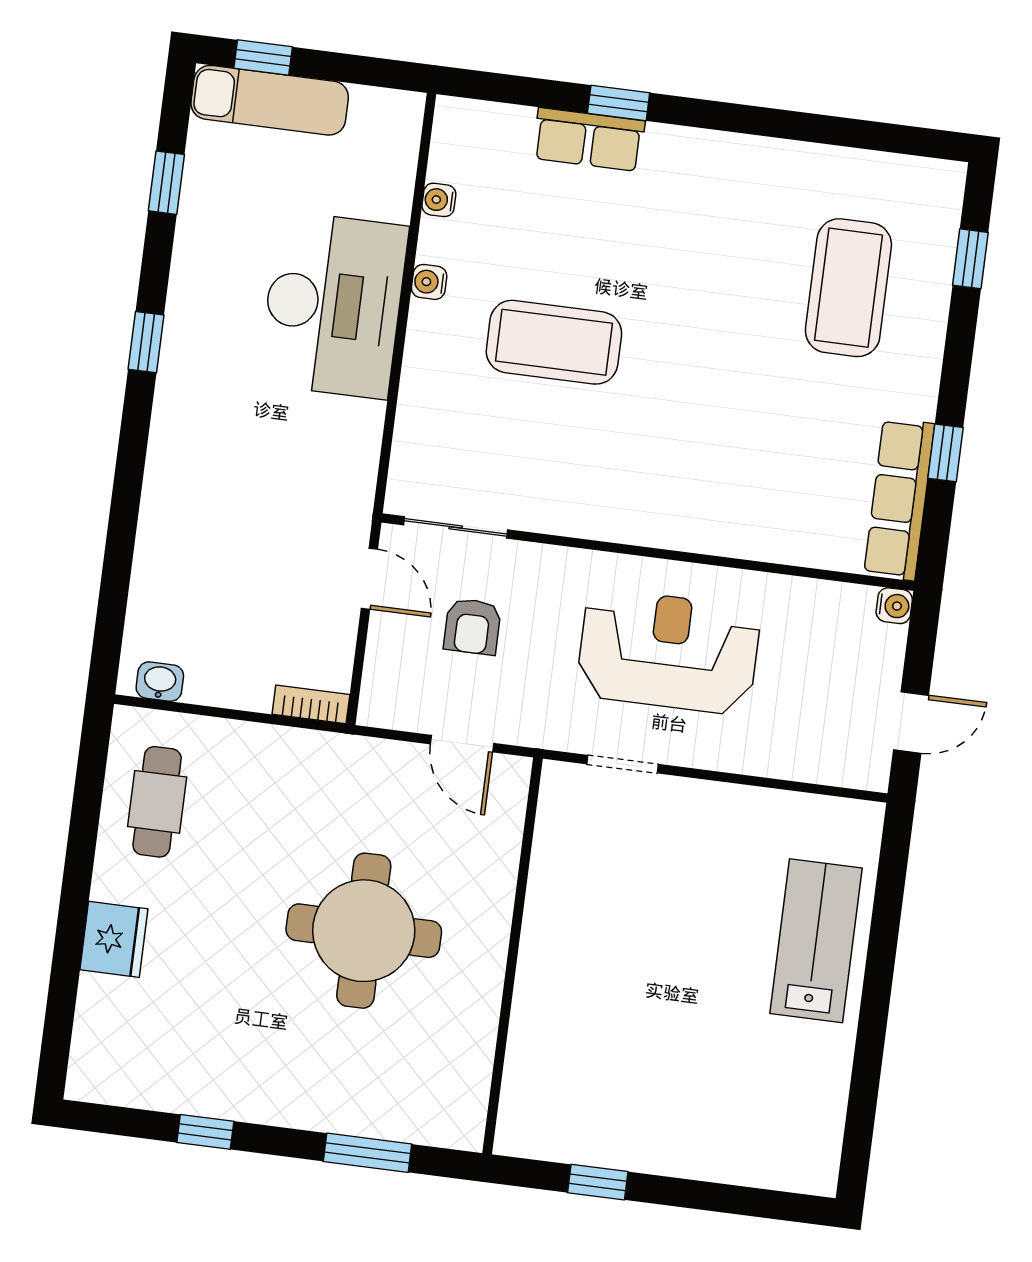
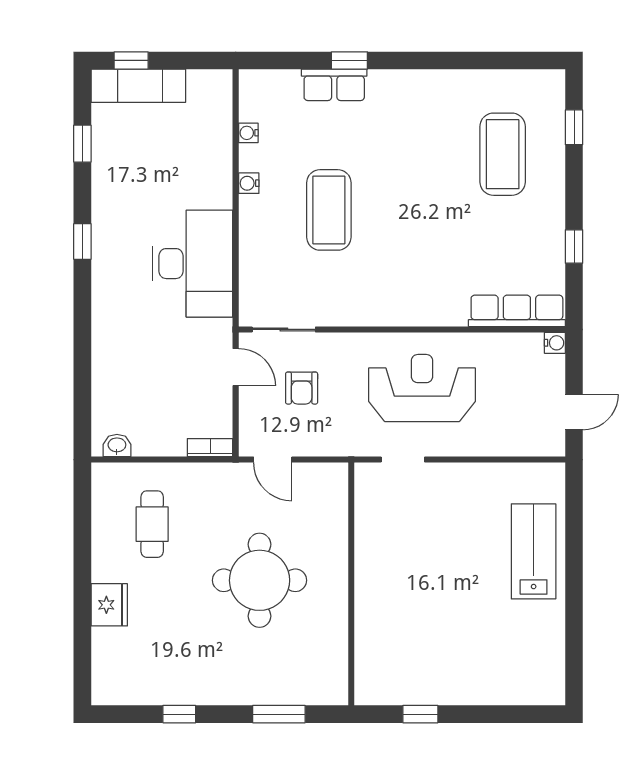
desk: (333, 305) -> (193, 264), moved
coffee table: (554, 342) -> (329, 210), turned 90
row of seats: (899, 499) -> (517, 311), moved, turned 90
door: (462, 744) -> (273, 460), moved
cafe table: (157, 802) -> (152, 524), moved

